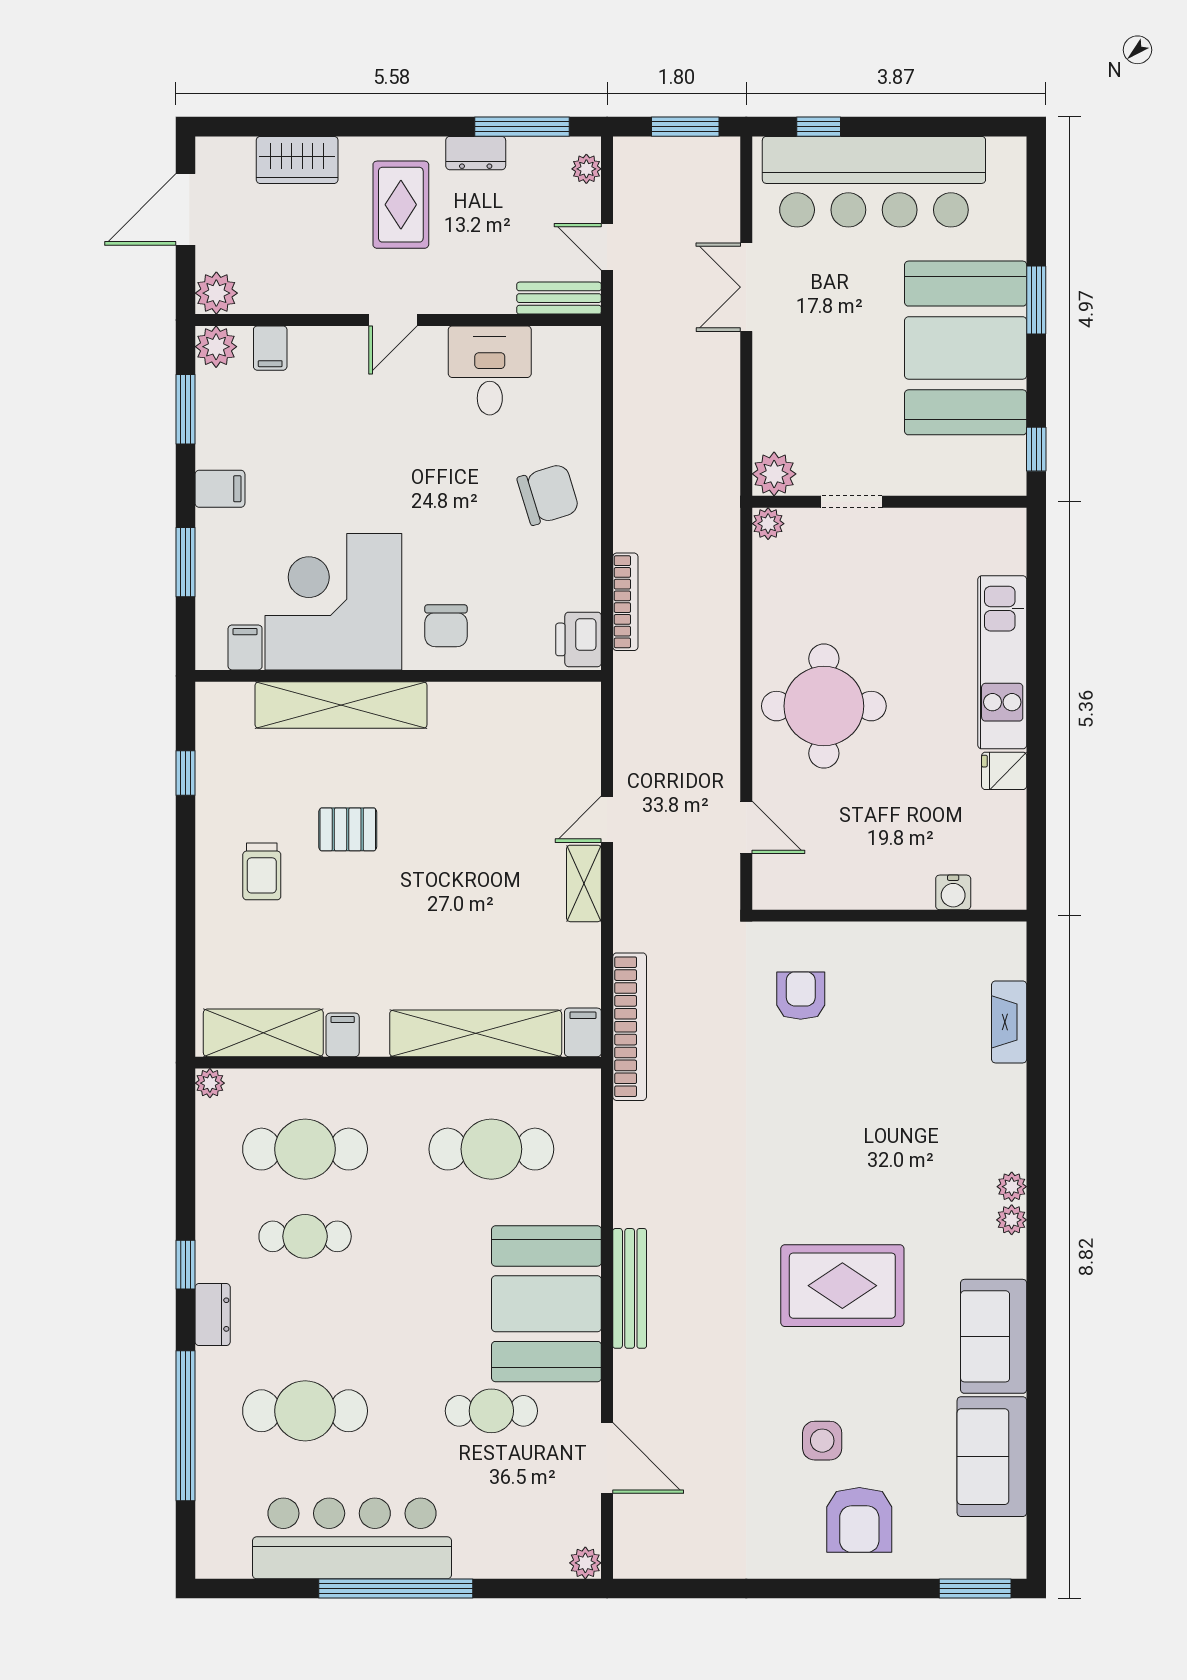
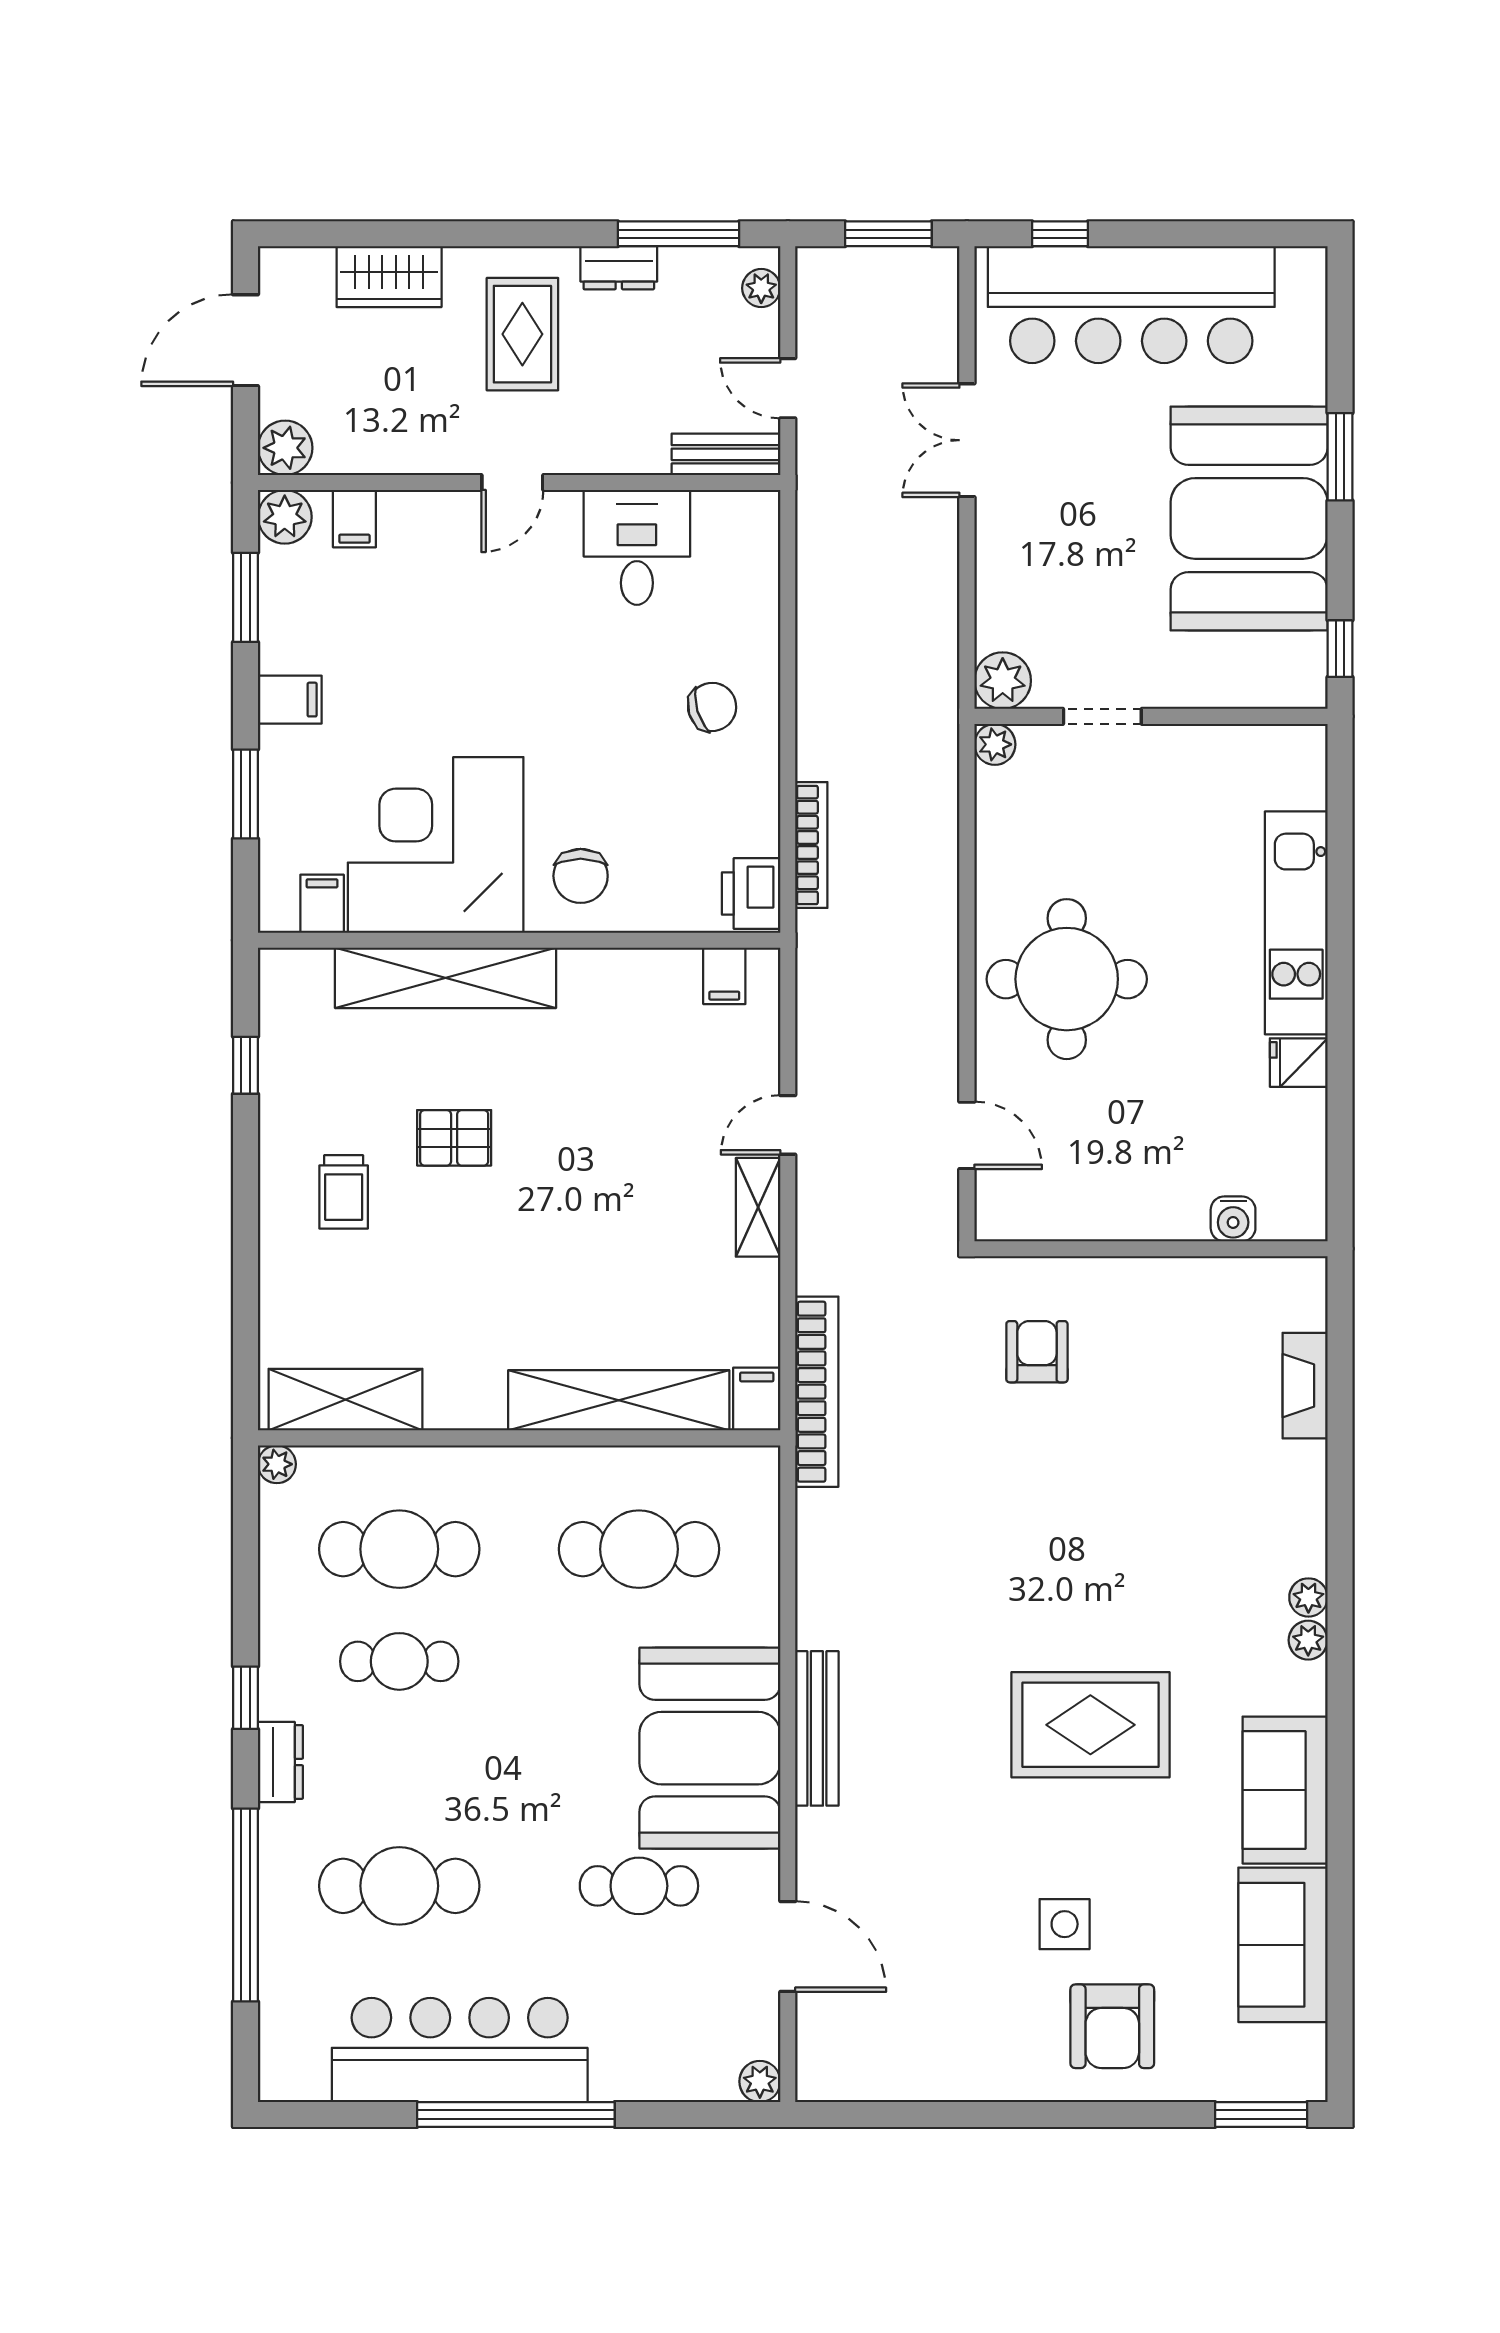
chair: (548, 494) -> (712, 707), width x0.73, depth x0.73
filing cabinet: (343, 1035) -> (724, 976), moved, turned 180

